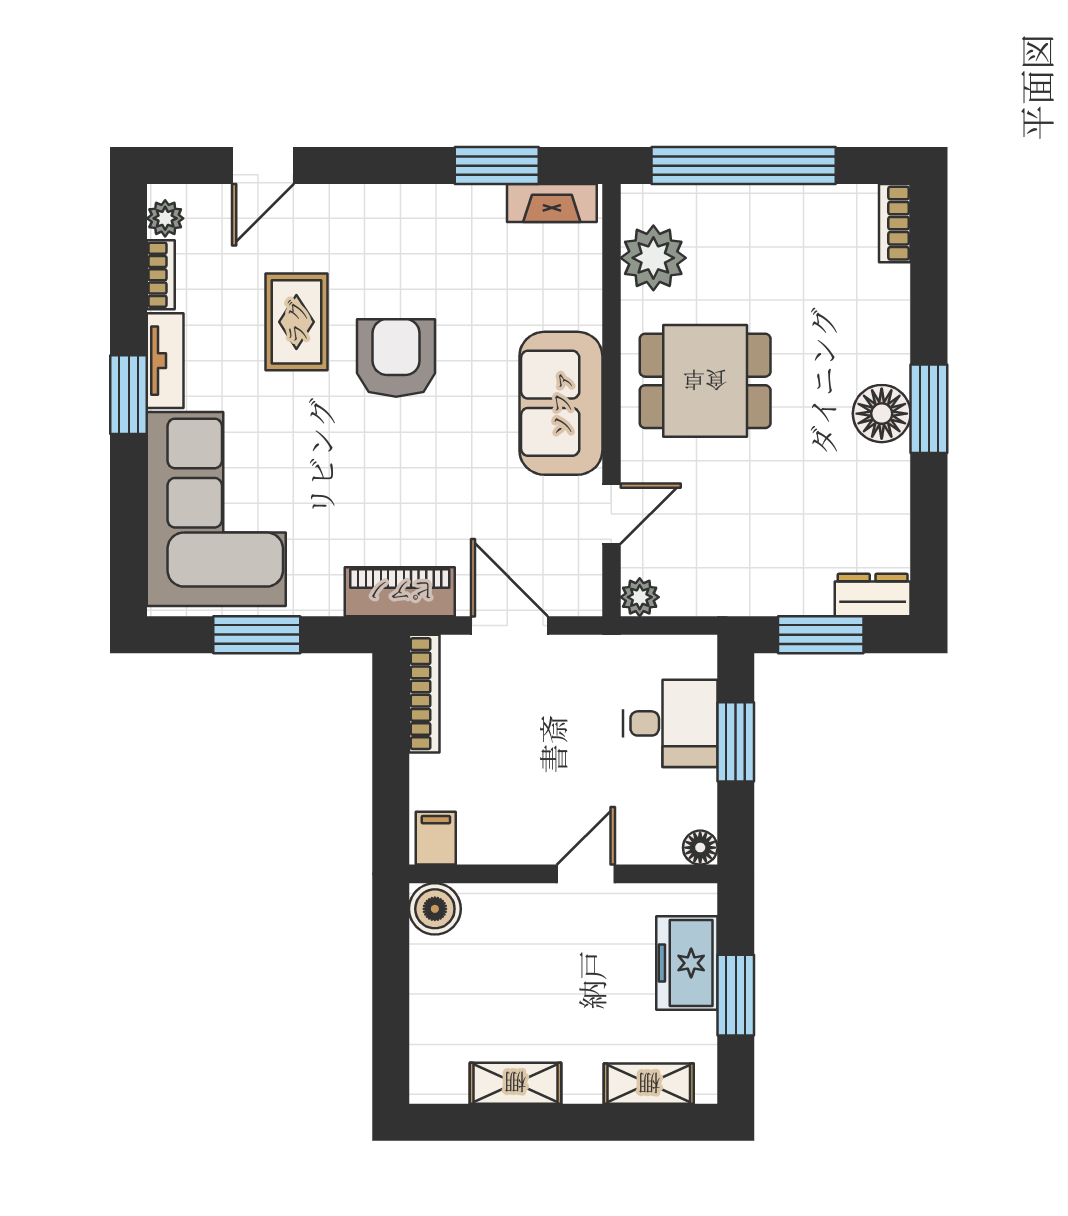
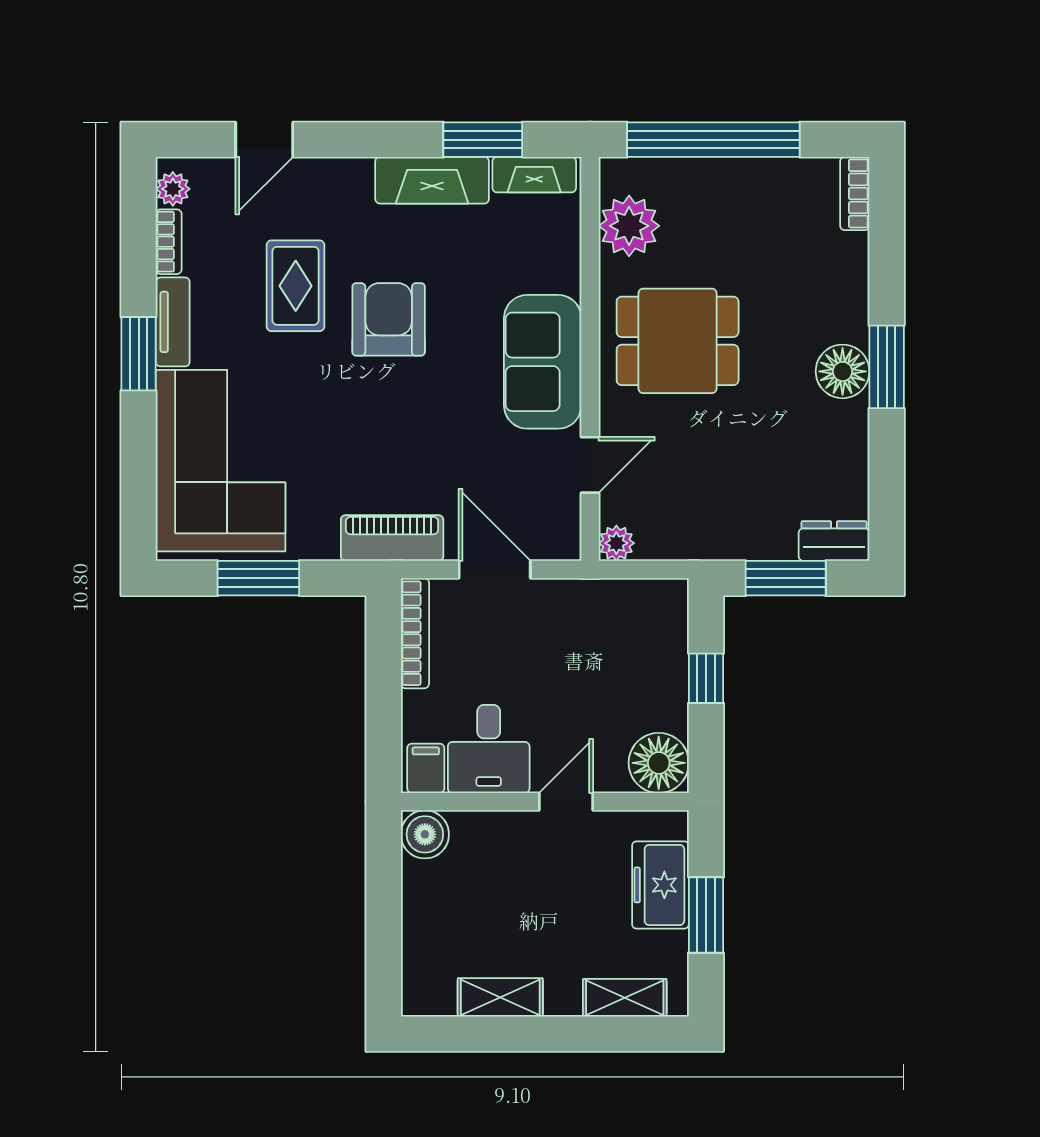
fireplace: (443, 209) -> (432, 180), added
desk: (670, 723) -> (489, 749), moved, turned 90
window: (736, 742) -> (706, 678), width x0.67
floor lamp: (700, 848) -> (659, 763), width x1.89, depth x1.89

